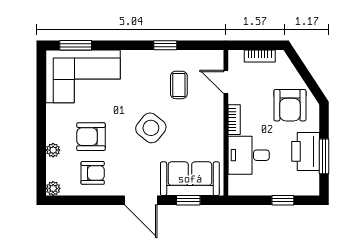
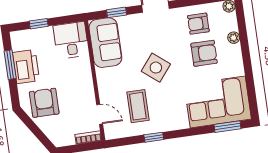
bookcase: (260, 56) -> (88, 138), moved
coffee table: (179, 85) -> (138, 106), width x1.36, depth x1.30
bookcase: (234, 120) -> (88, 84), removed
desk: (249, 155) -> (71, 40), moved, turned -90
sofa: (190, 179) -> (105, 43), moved, turned -90

